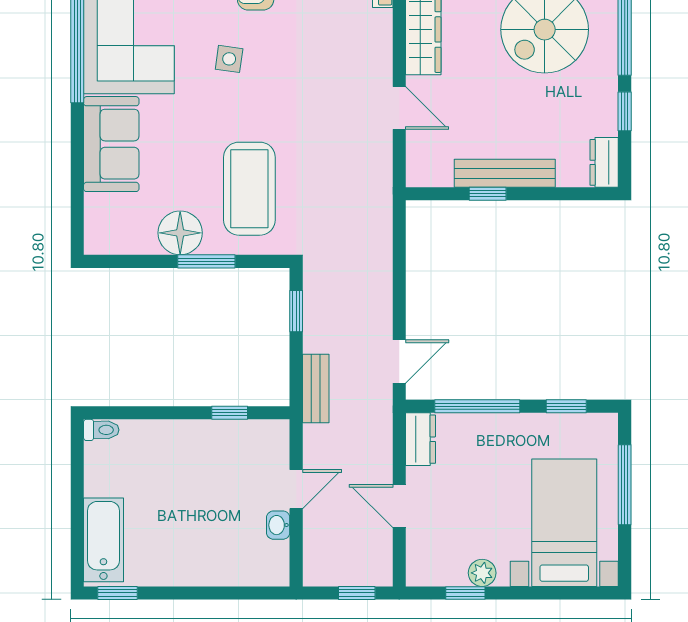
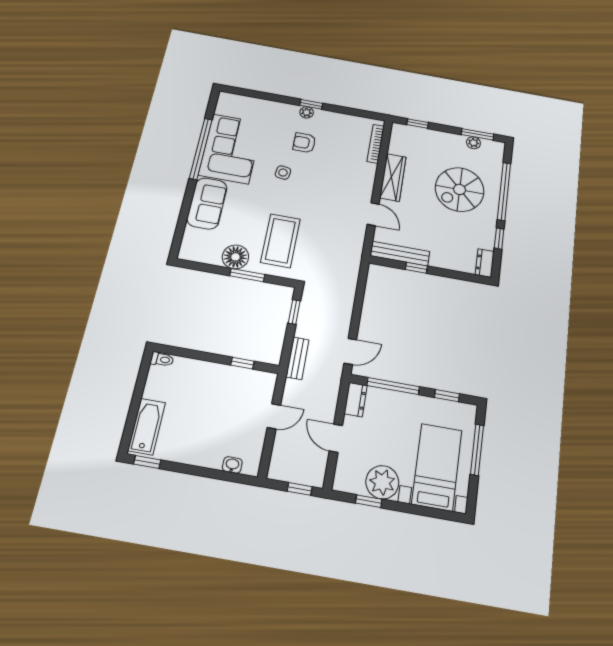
bench: (505, 173) -> (400, 254), moved
washbasin: (278, 525) -> (232, 465), moved, turned 90
plant: (482, 573) -> (382, 482), width x1.87, depth x1.87

